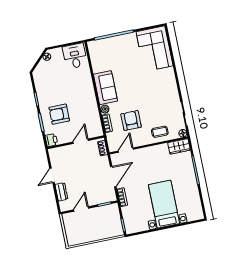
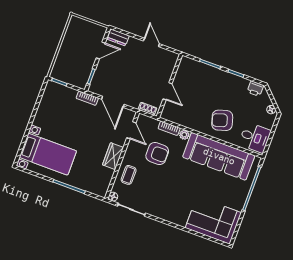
sofa: (105, 88) -> (219, 156), width x1.85, depth x1.27
armchair: (59, 114) -> (222, 120), moved, turned -107
printer: (51, 140) -> (255, 89), moved
wardrobe: (179, 146) -> (113, 156), moved
dresser: (61, 192) -> (118, 37), moved
bed with nightstands: (164, 204) -> (48, 154), moved
door: (81, 209) -> (101, 50), hinge flipped

